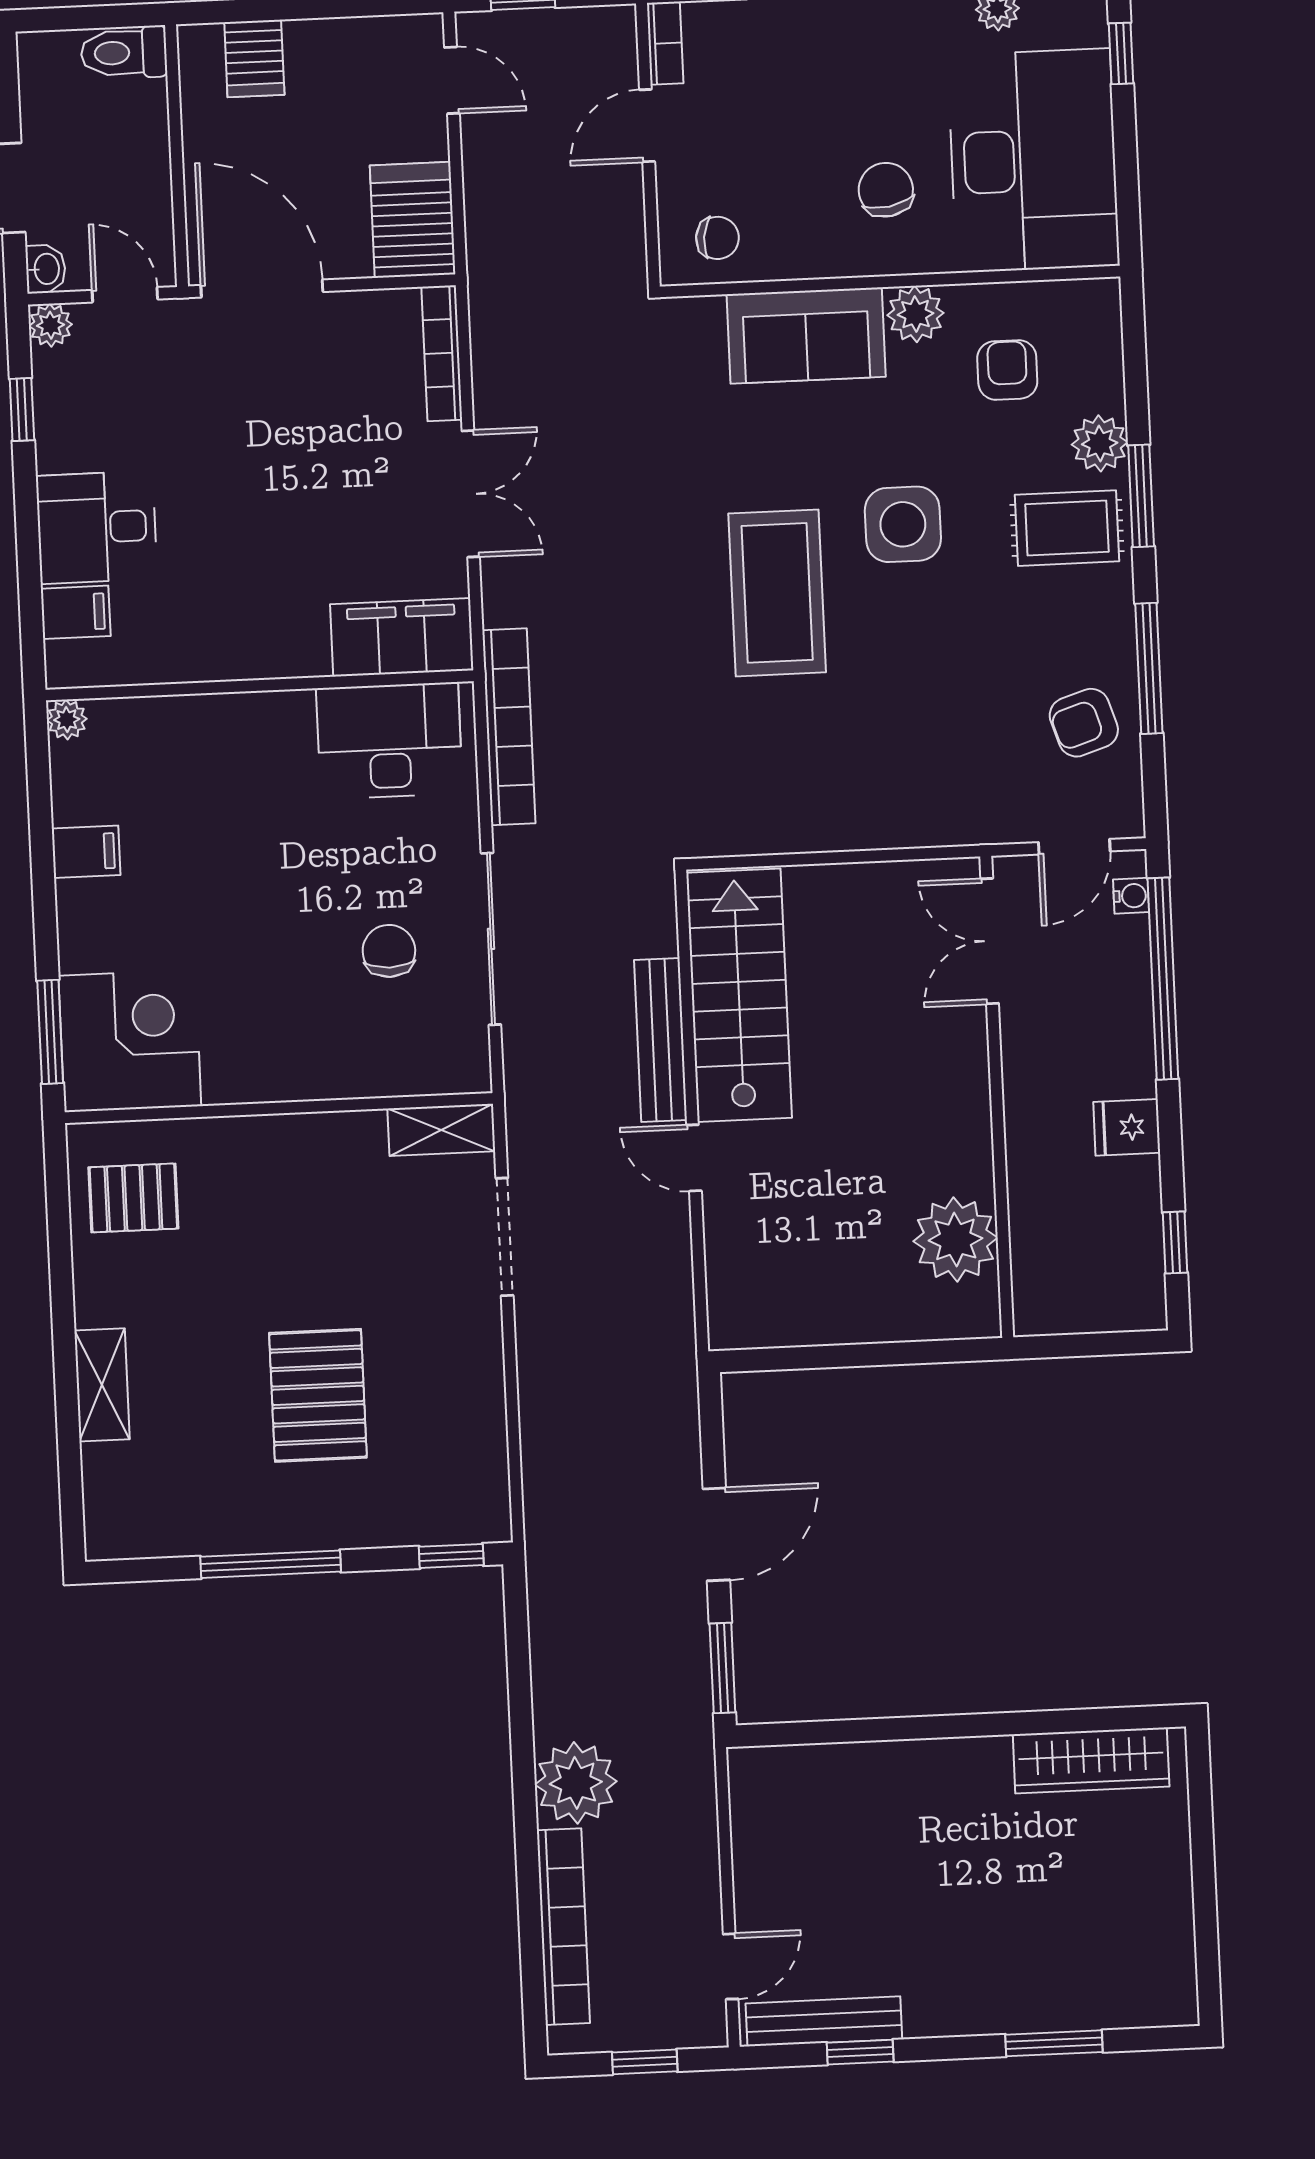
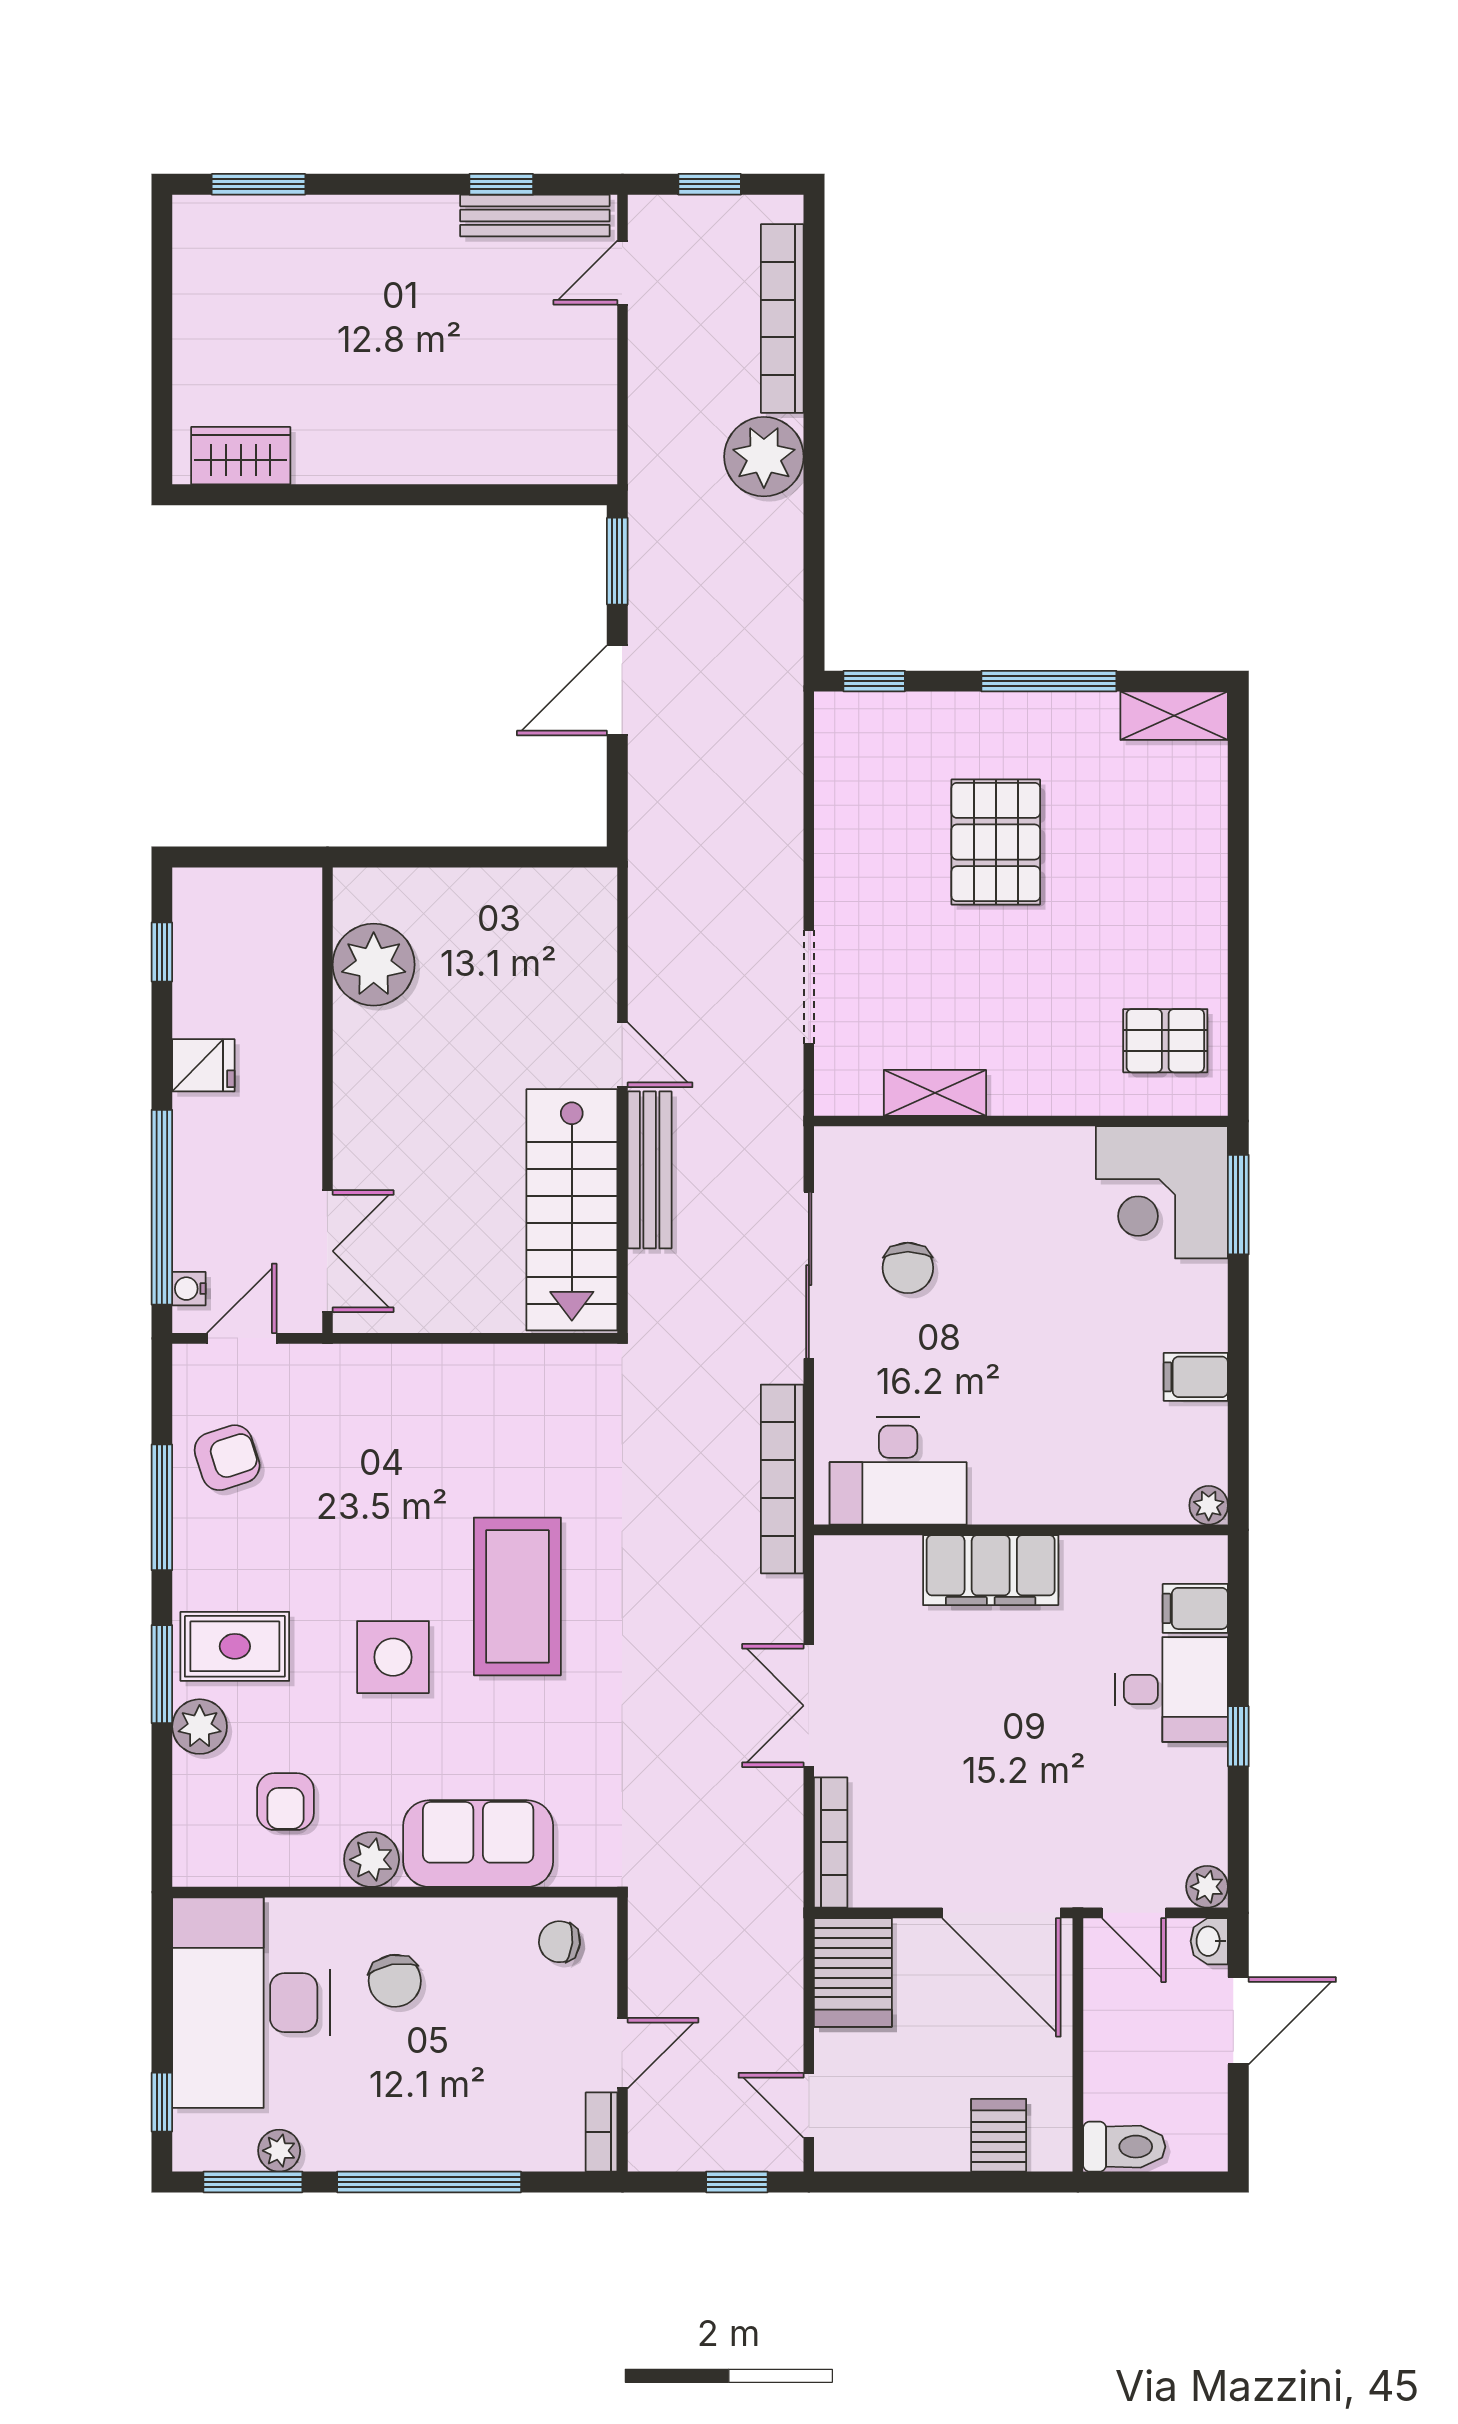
window: (22, 409) -> (1238, 1736), moved
filing cabinet: (402, 637) -> (991, 1570), moved
shelving: (441, 1130) -> (935, 1093), moved
shelving: (102, 1385) -> (1174, 716), moved, turned 90
wardrobe: (1091, 1760) -> (241, 456), width x0.67
window: (1054, 2043) -> (259, 184), moved

